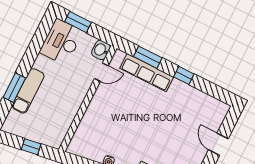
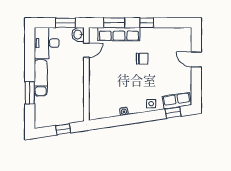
window: (78, 22) -> (65, 23), moved
exam couch: (28, 91) -> (41, 78), moved
chair: (159, 113) -> (142, 59), added

